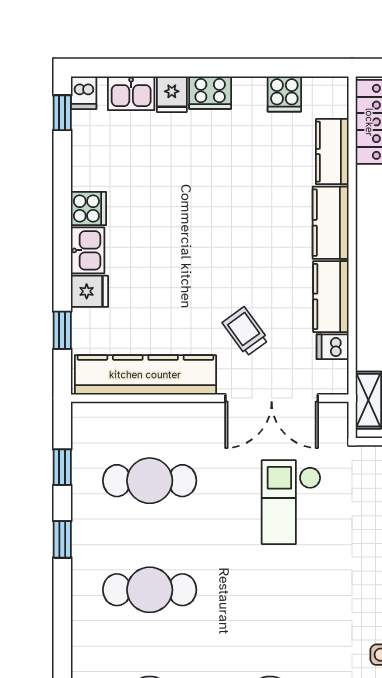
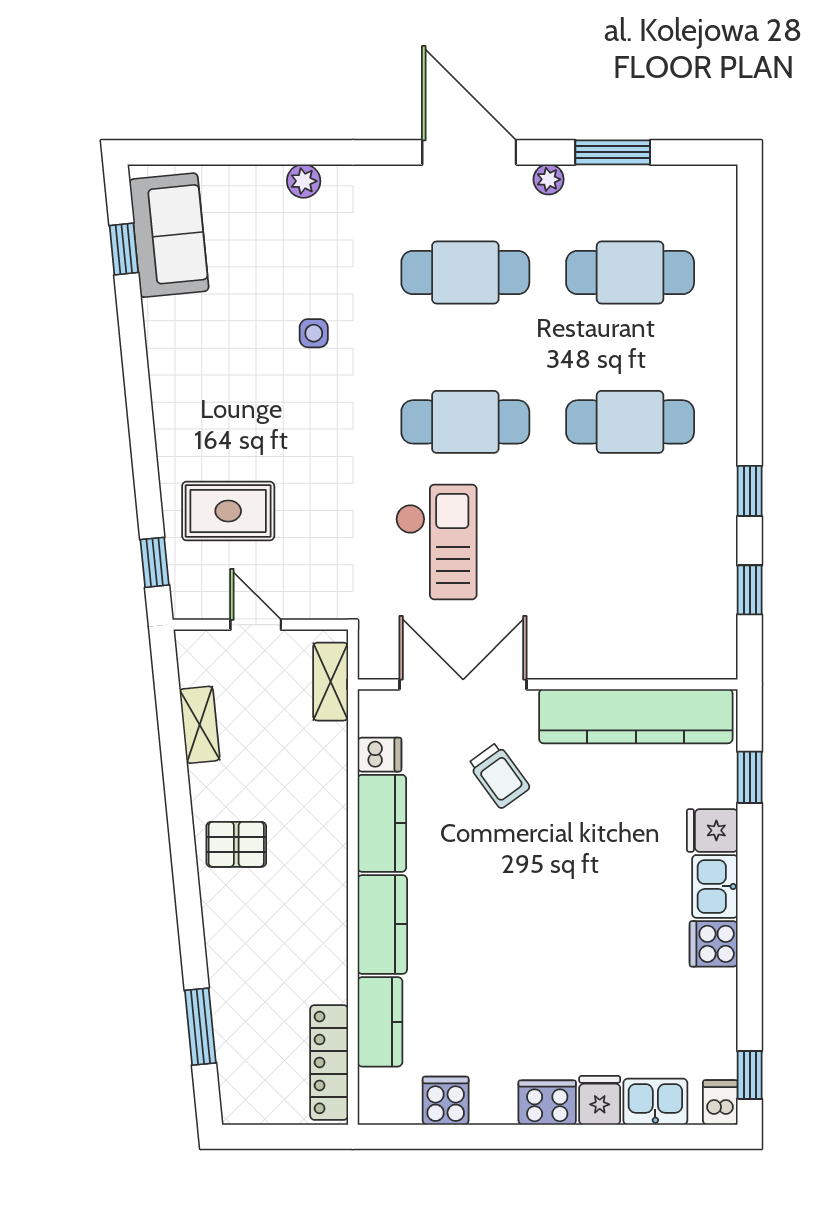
cafe table: (150, 481) -> (465, 422), moved

